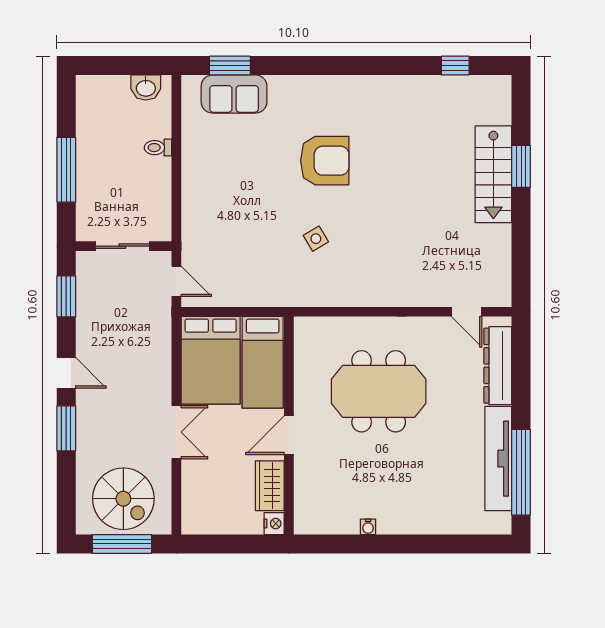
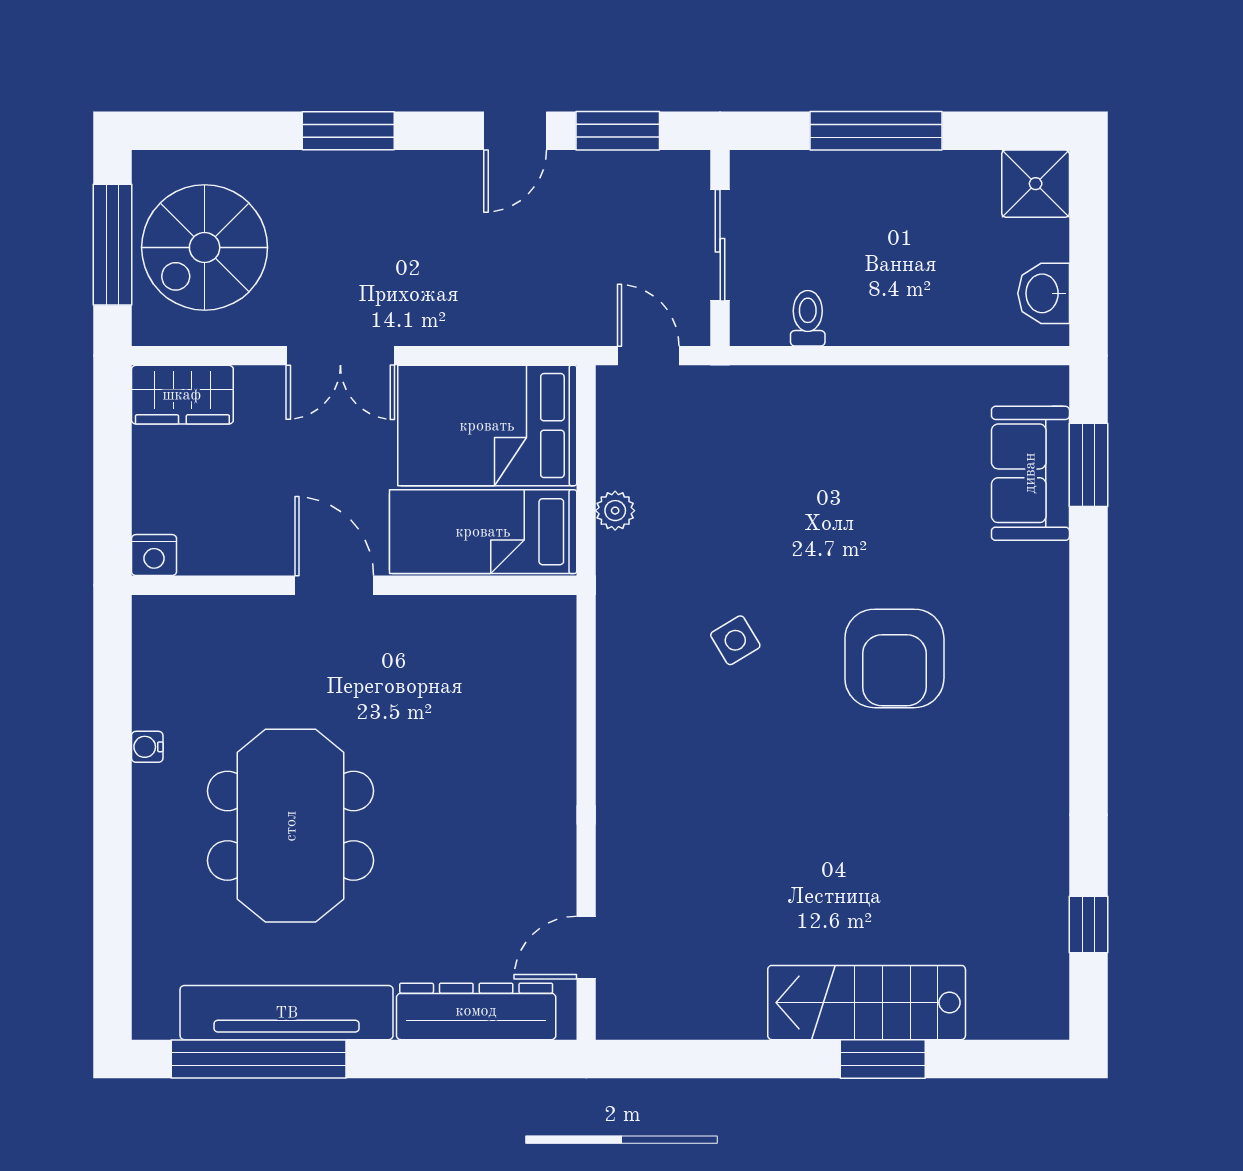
shower: (92, 92) -> (1036, 184), added
toilet: (158, 148) -> (808, 318), moved
door: (176, 281) -> (648, 356), swing flipped
plant: (252, 298) -> (615, 511), added
door: (66, 373) -> (515, 131), moved
meeting table: (379, 391) -> (291, 826), moved
wardrobe: (270, 486) -> (182, 395), moved, turned 180

